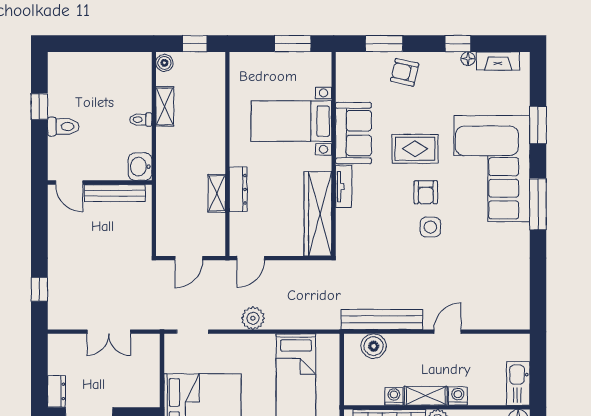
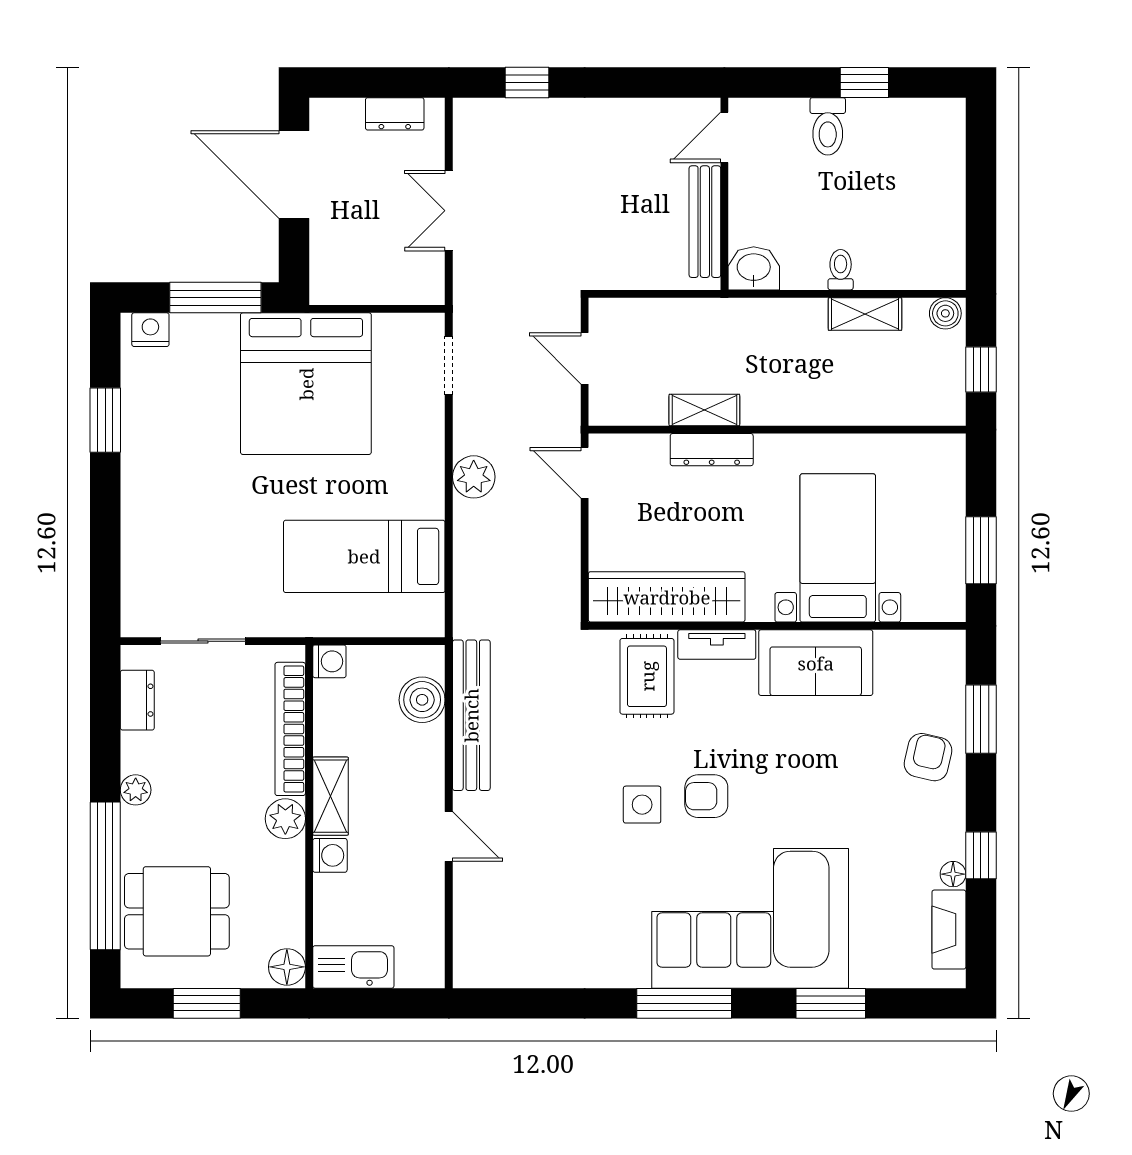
rug: (415, 149) -> (647, 676), moved
dresser: (56, 391) -> (395, 114), moved
washing machine: (394, 396) -> (329, 661), moved

